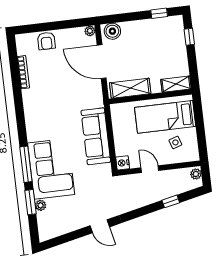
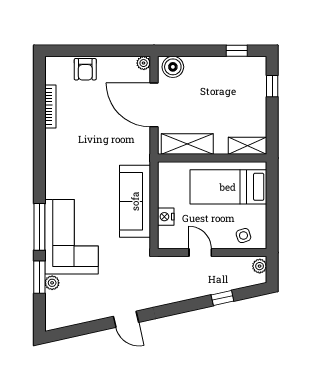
side table: (175, 142) -> (243, 236), moved
nightstand: (123, 163) -> (166, 217), moved

